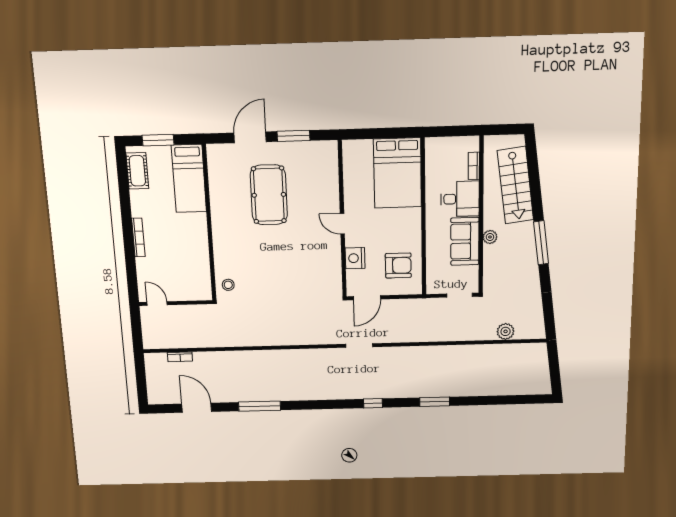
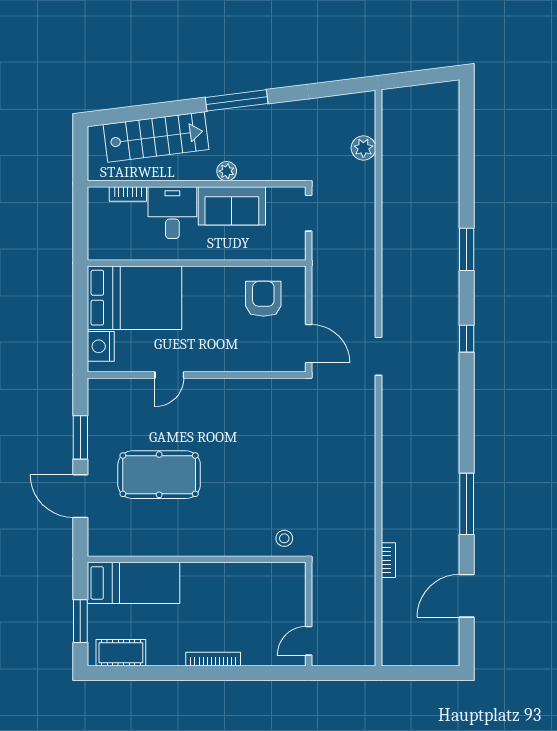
door: (342, 224) -> (169, 375), moved
nightstand: (355, 258) -> (101, 346), moved, turned 90
bookcase: (180, 357) -> (388, 560), moved

